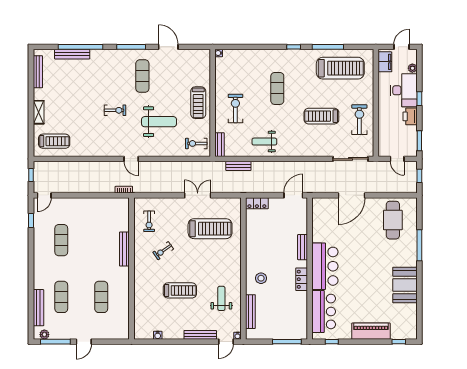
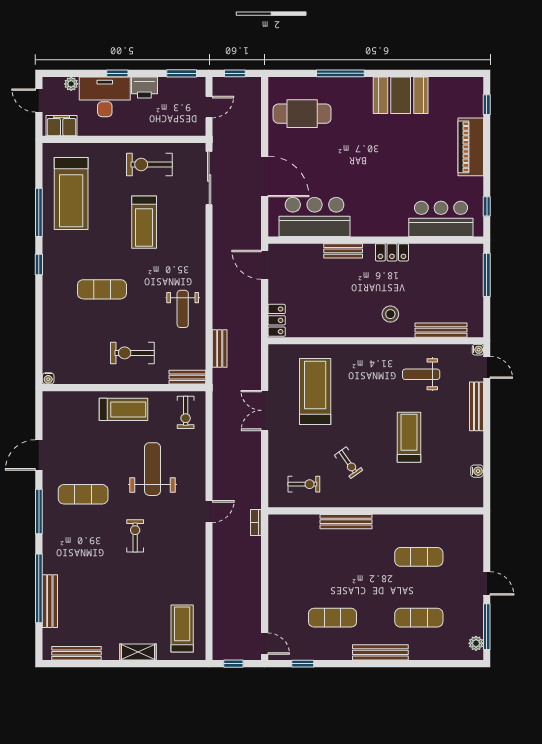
treadmill: (340, 68) -> (71, 193), turned 180
bar counter: (325, 266) -> (315, 217), moved
bench: (38, 308) -> (380, 652), moved

